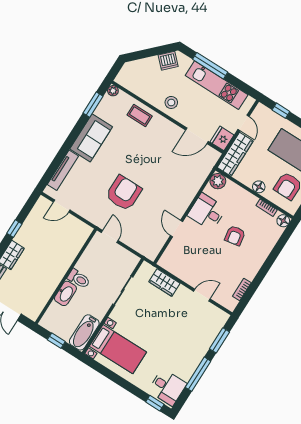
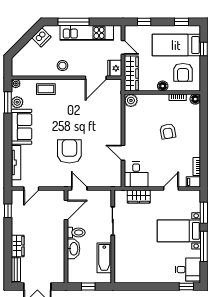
plant: (102, 110) -> (17, 102), added
desk: (207, 212) -> (136, 174), moved, turned -90
window: (14, 229) -> (8, 211), moved
door: (83, 250) -> (66, 210), added
filing cabinet: (229, 303) -> (193, 182), added
bathtub: (84, 332) -> (104, 258), moved
bed with nightstands: (118, 349) -> (179, 231), moved, turned 180

